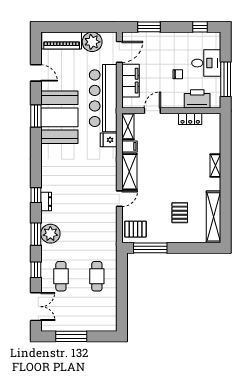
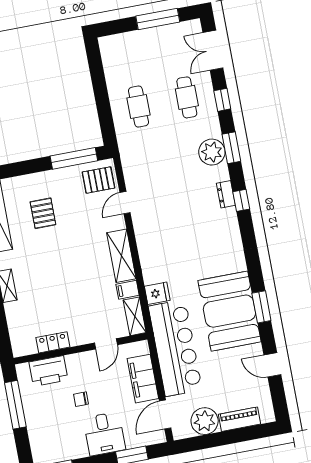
piano: (62, 41) -> (239, 419), width x0.73, depth x0.75
desk: (206, 63) -> (104, 434), moved, turned -90
door: (119, 199) -> (125, 203), moved

